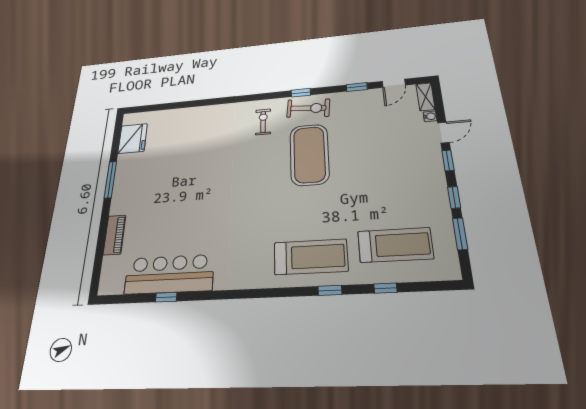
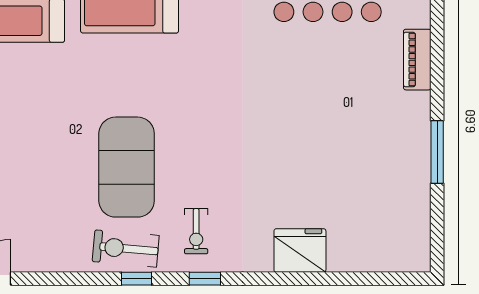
window: (357, 87) -> (205, 279), moved
fridge: (133, 139) -> (300, 250), moved, turned 90

